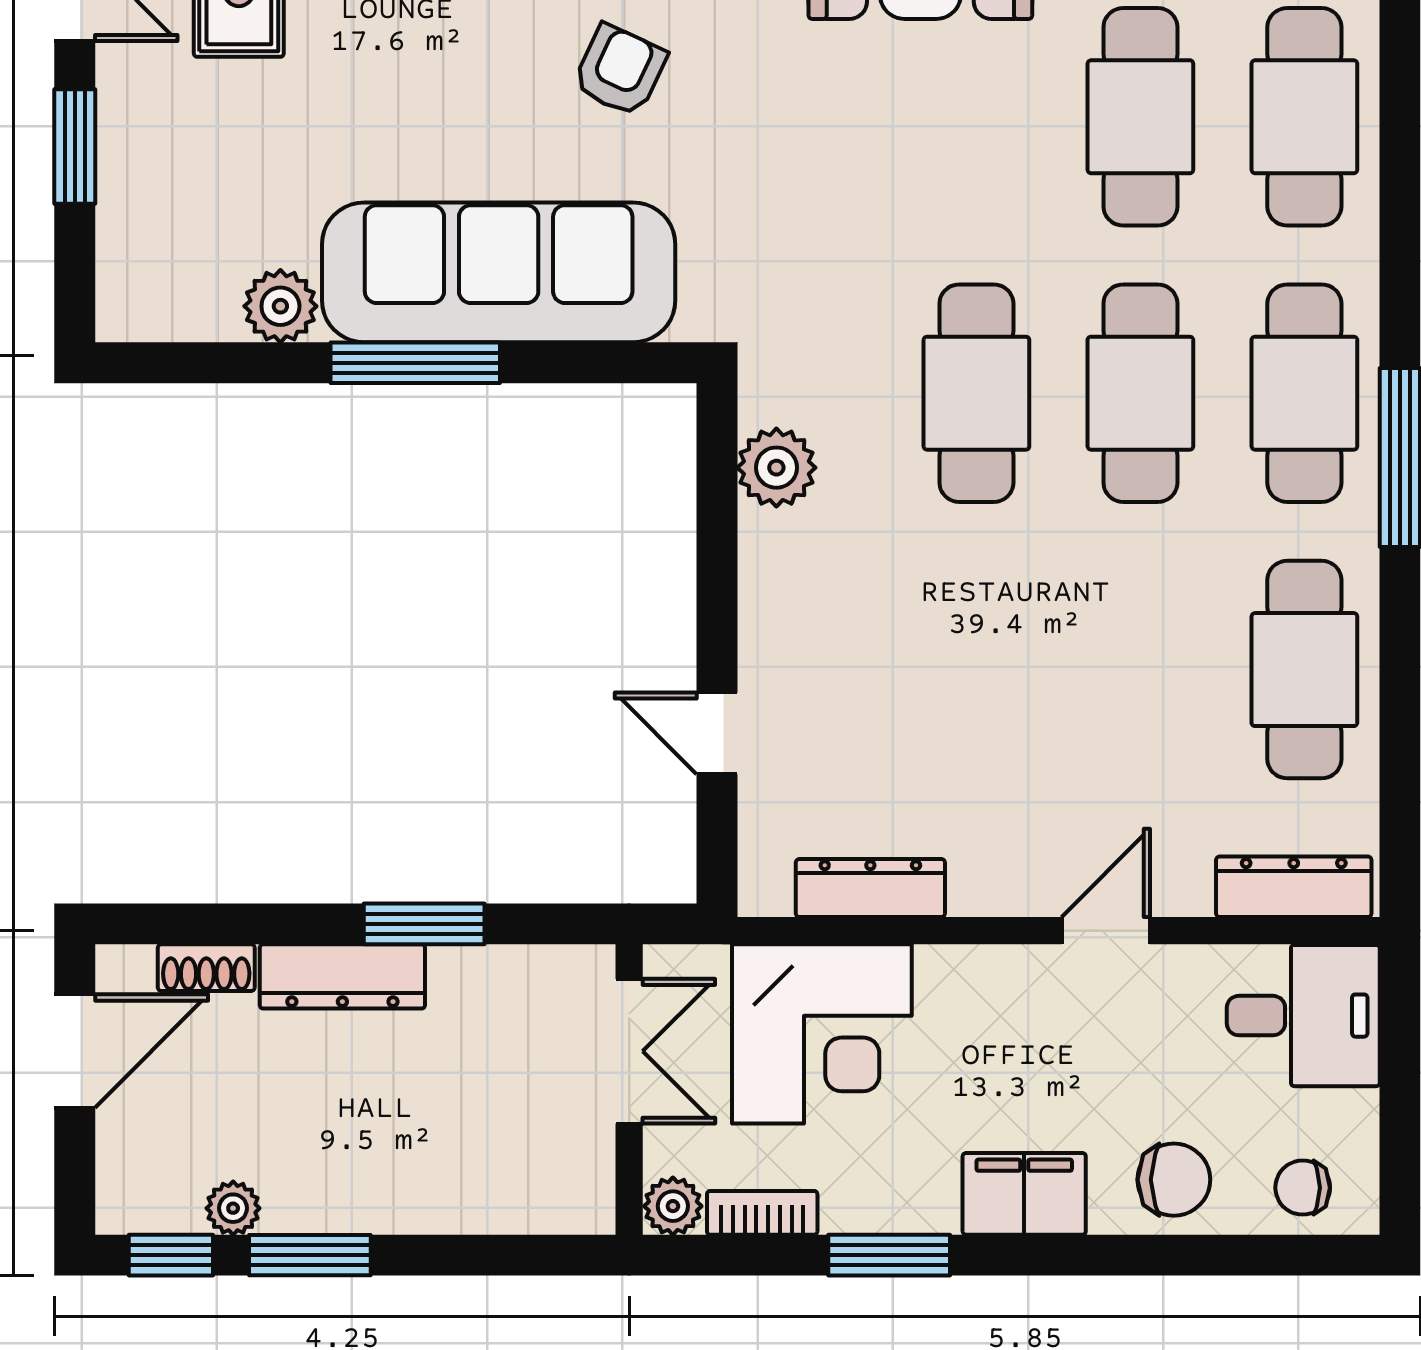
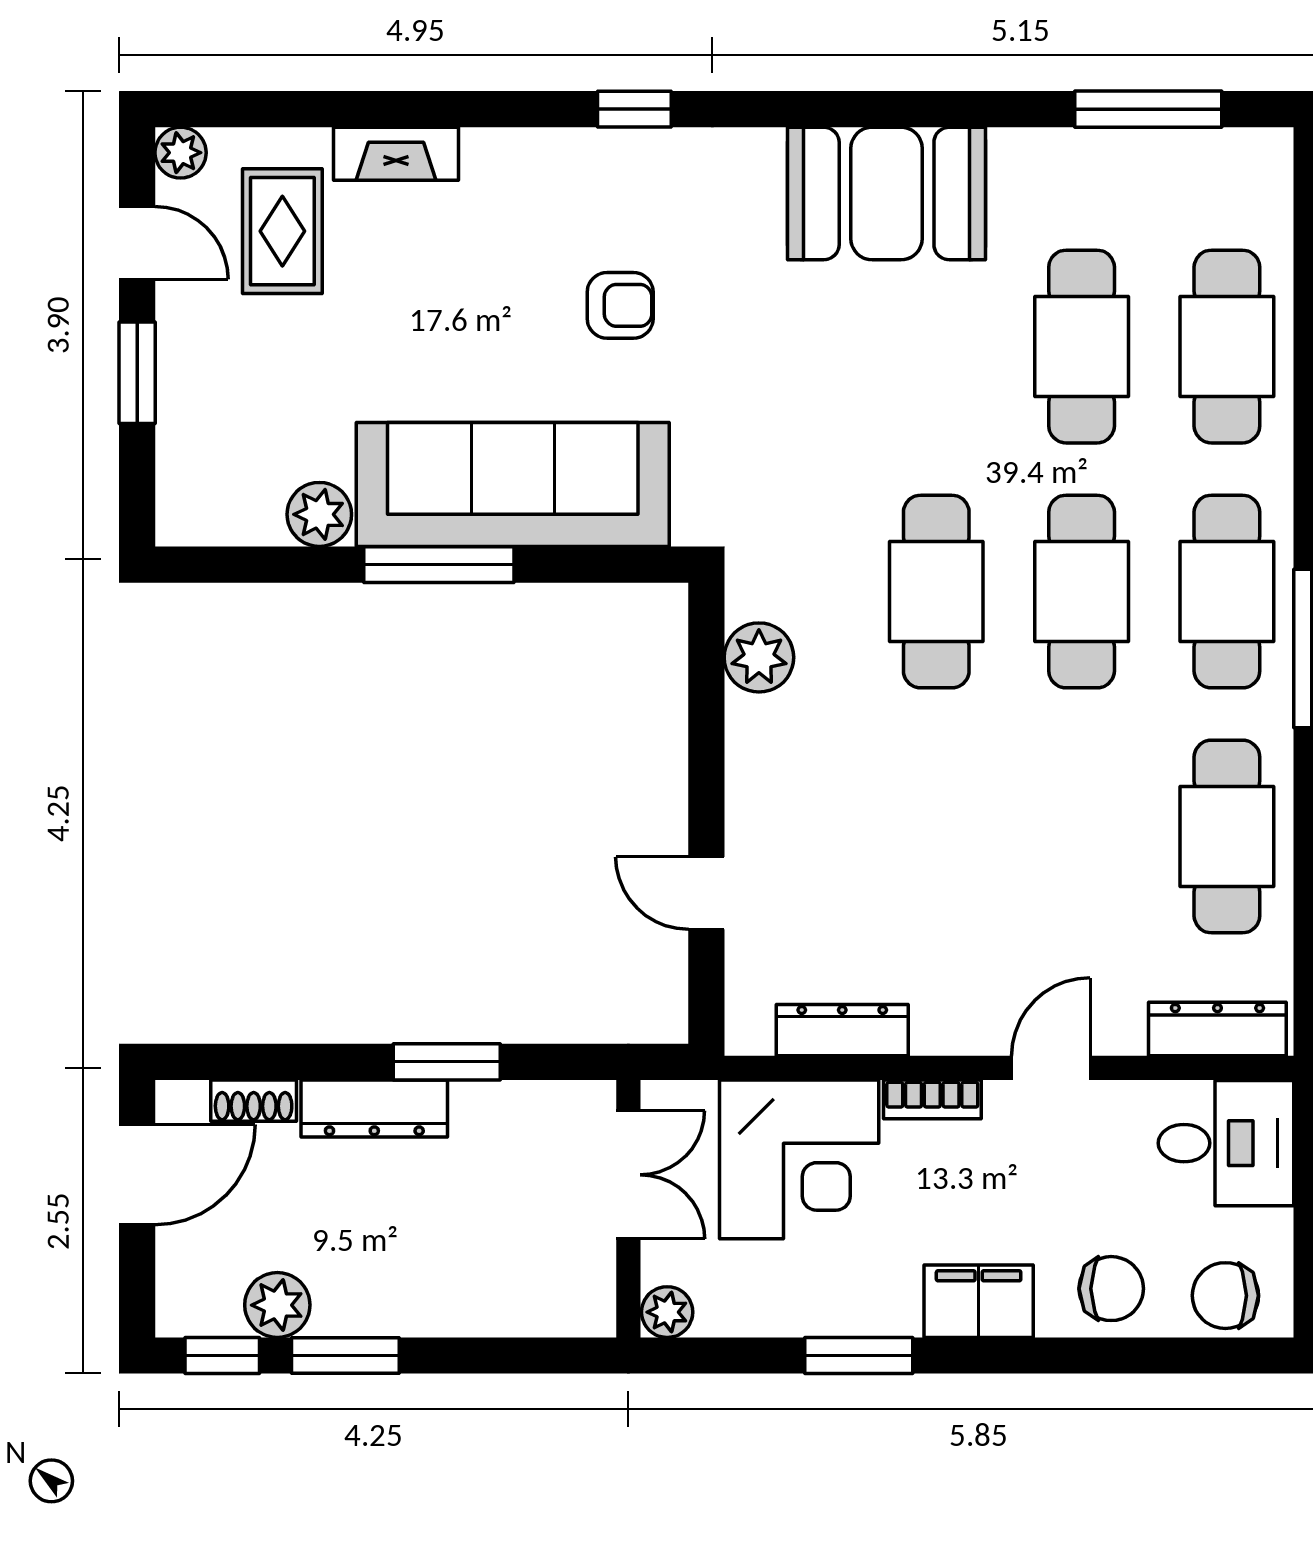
armchair: (620, 70) -> (620, 305), turned 65
chair: (1303, 1188) -> (1225, 1296), width x1.37, depth x1.37
plant: (233, 1208) -> (277, 1305), width x1.38, depth x1.38
bookcase: (762, 1213) -> (932, 1099), moved, turned 180

